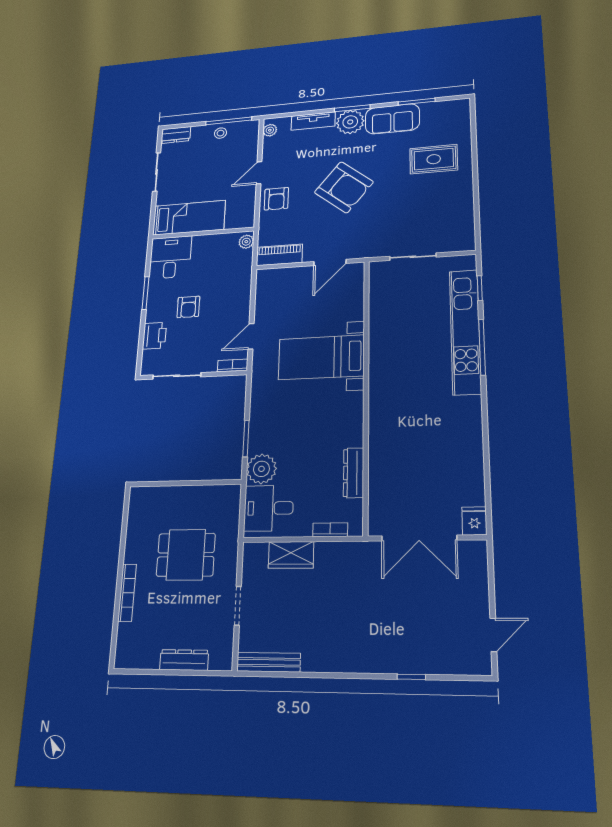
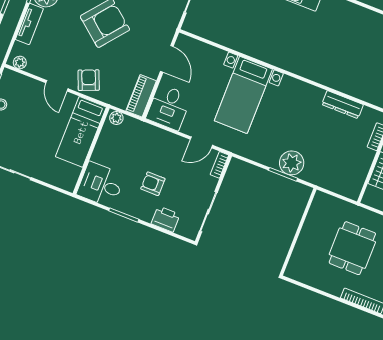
armchair: (276, 199) -> (89, 80), turned -112
bed: (189, 218) -> (81, 132), moved, turned 180
armchair: (188, 307) -> (153, 184), turned 180
door: (251, 336) -> (201, 142), hinge flipped
plant: (261, 469) -> (292, 163), moved
desk: (269, 508) -> (169, 107), moved

